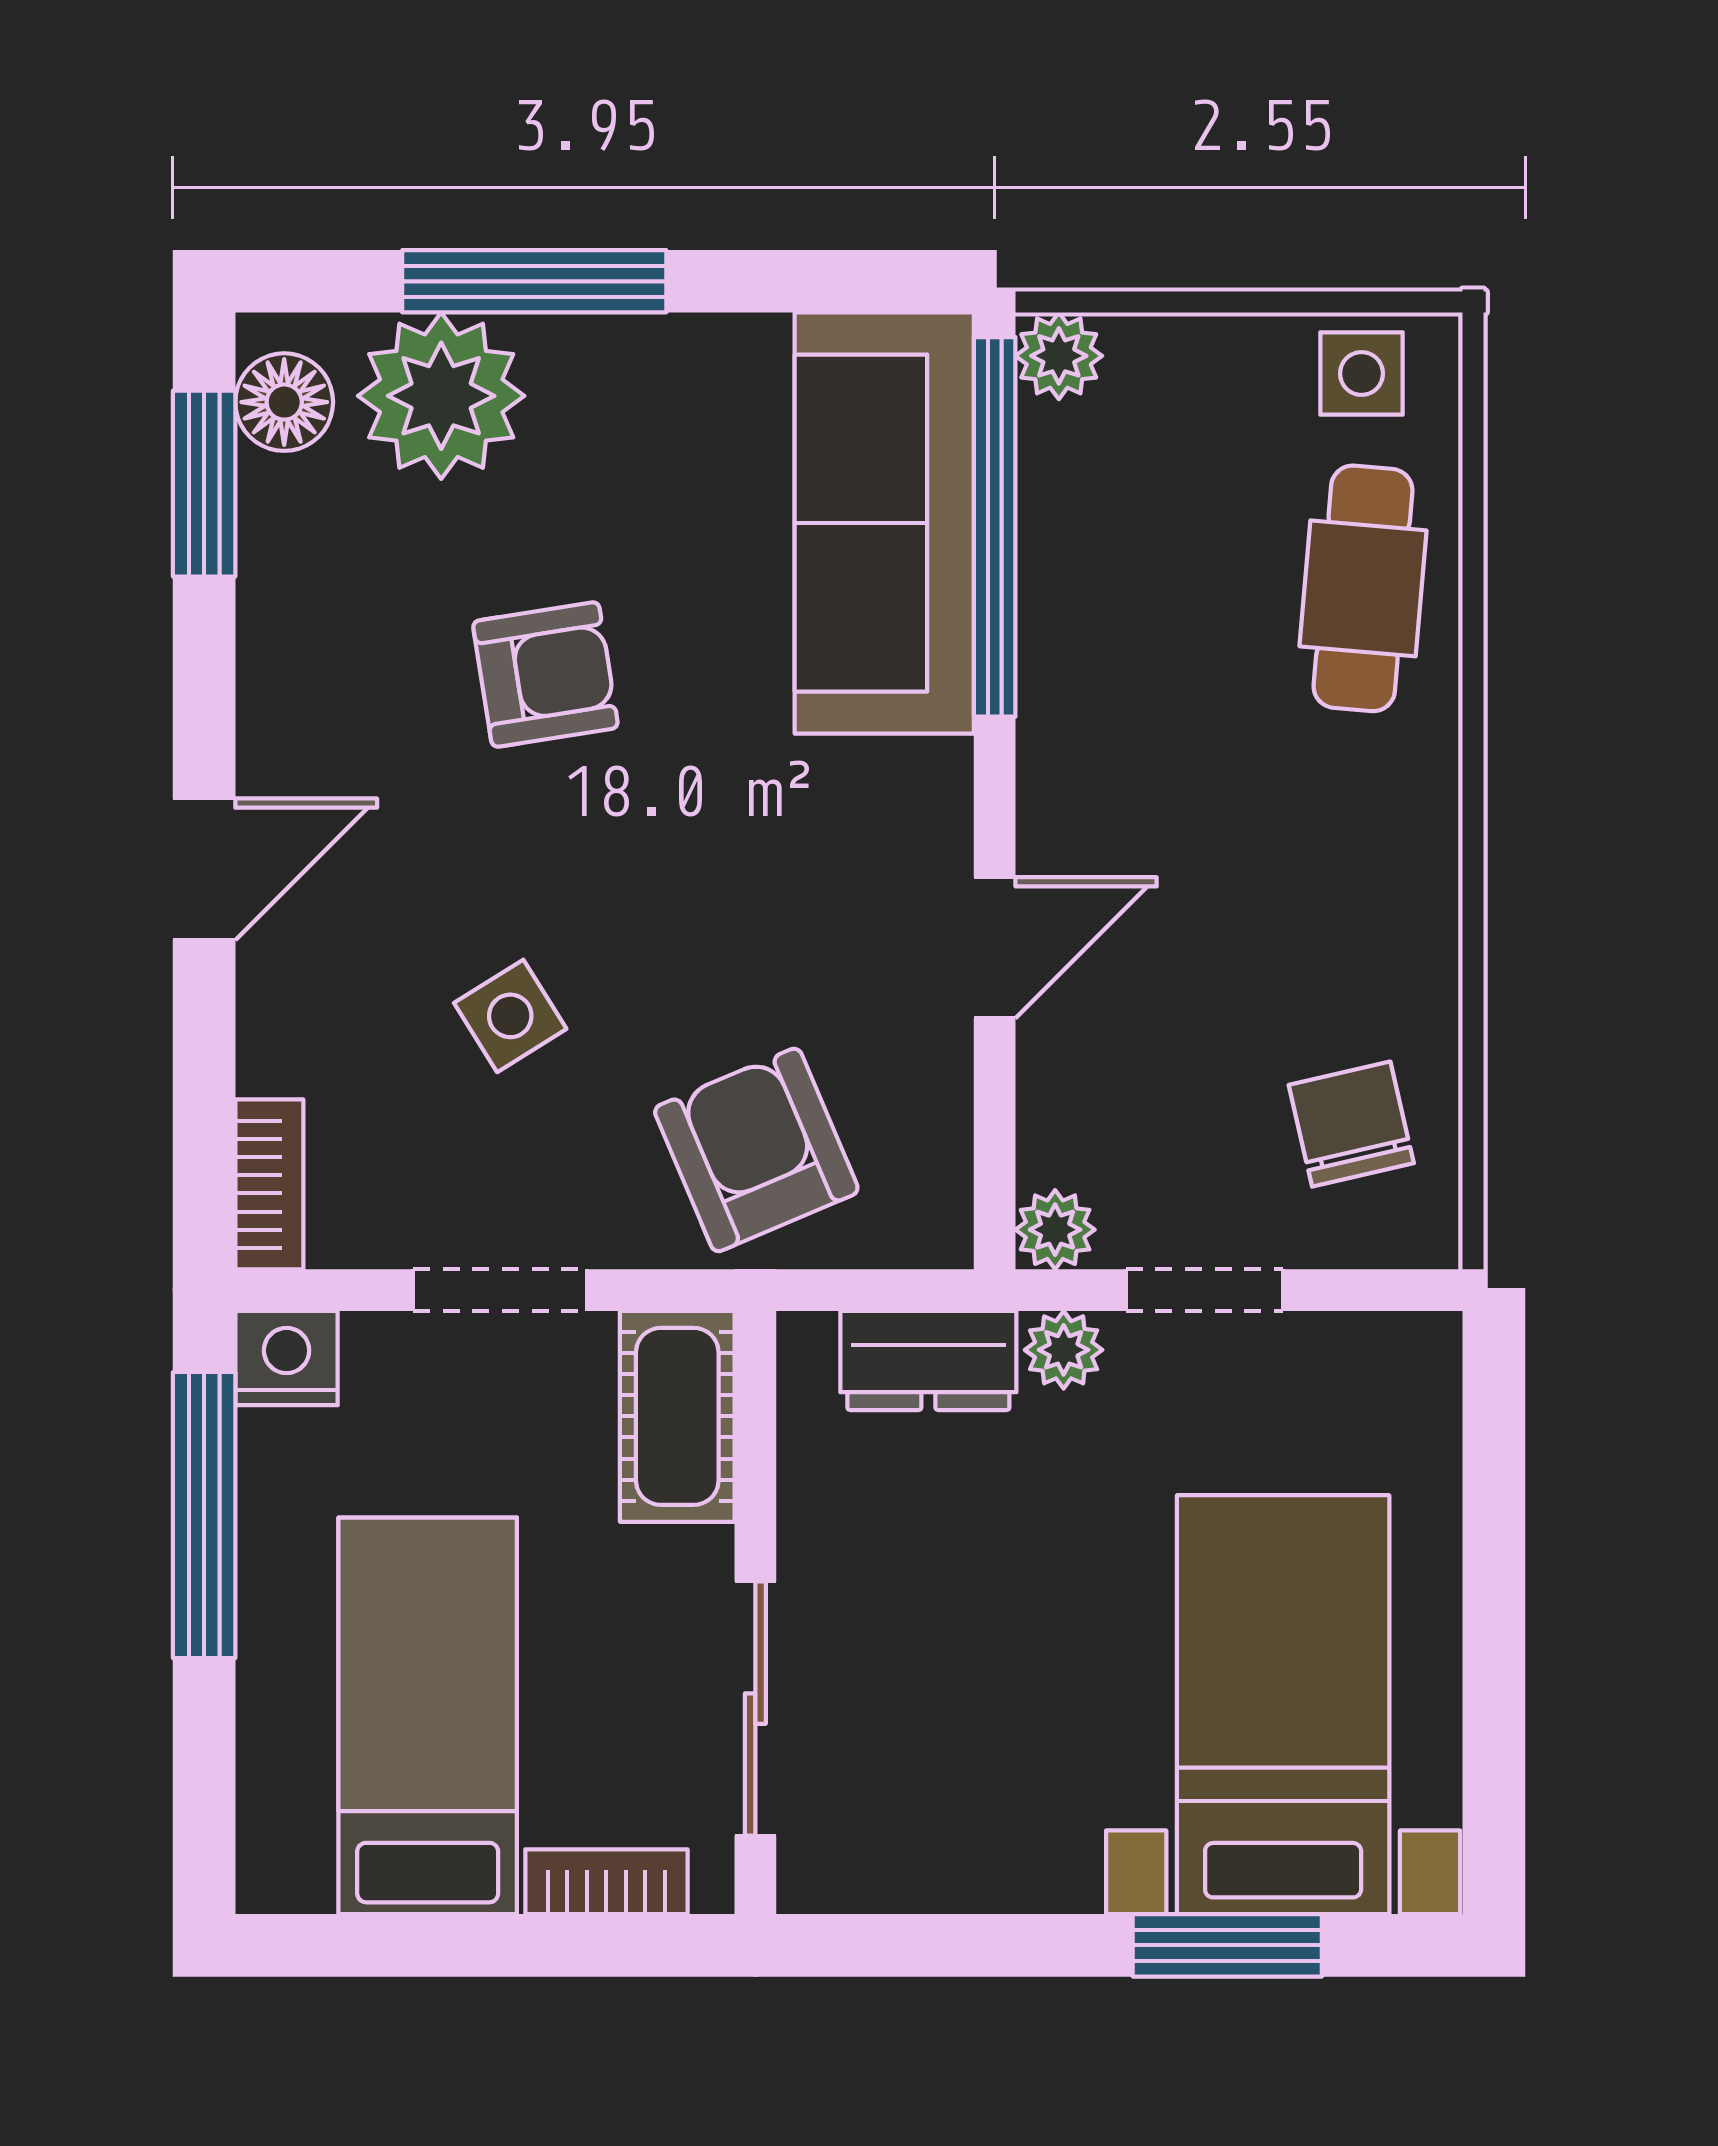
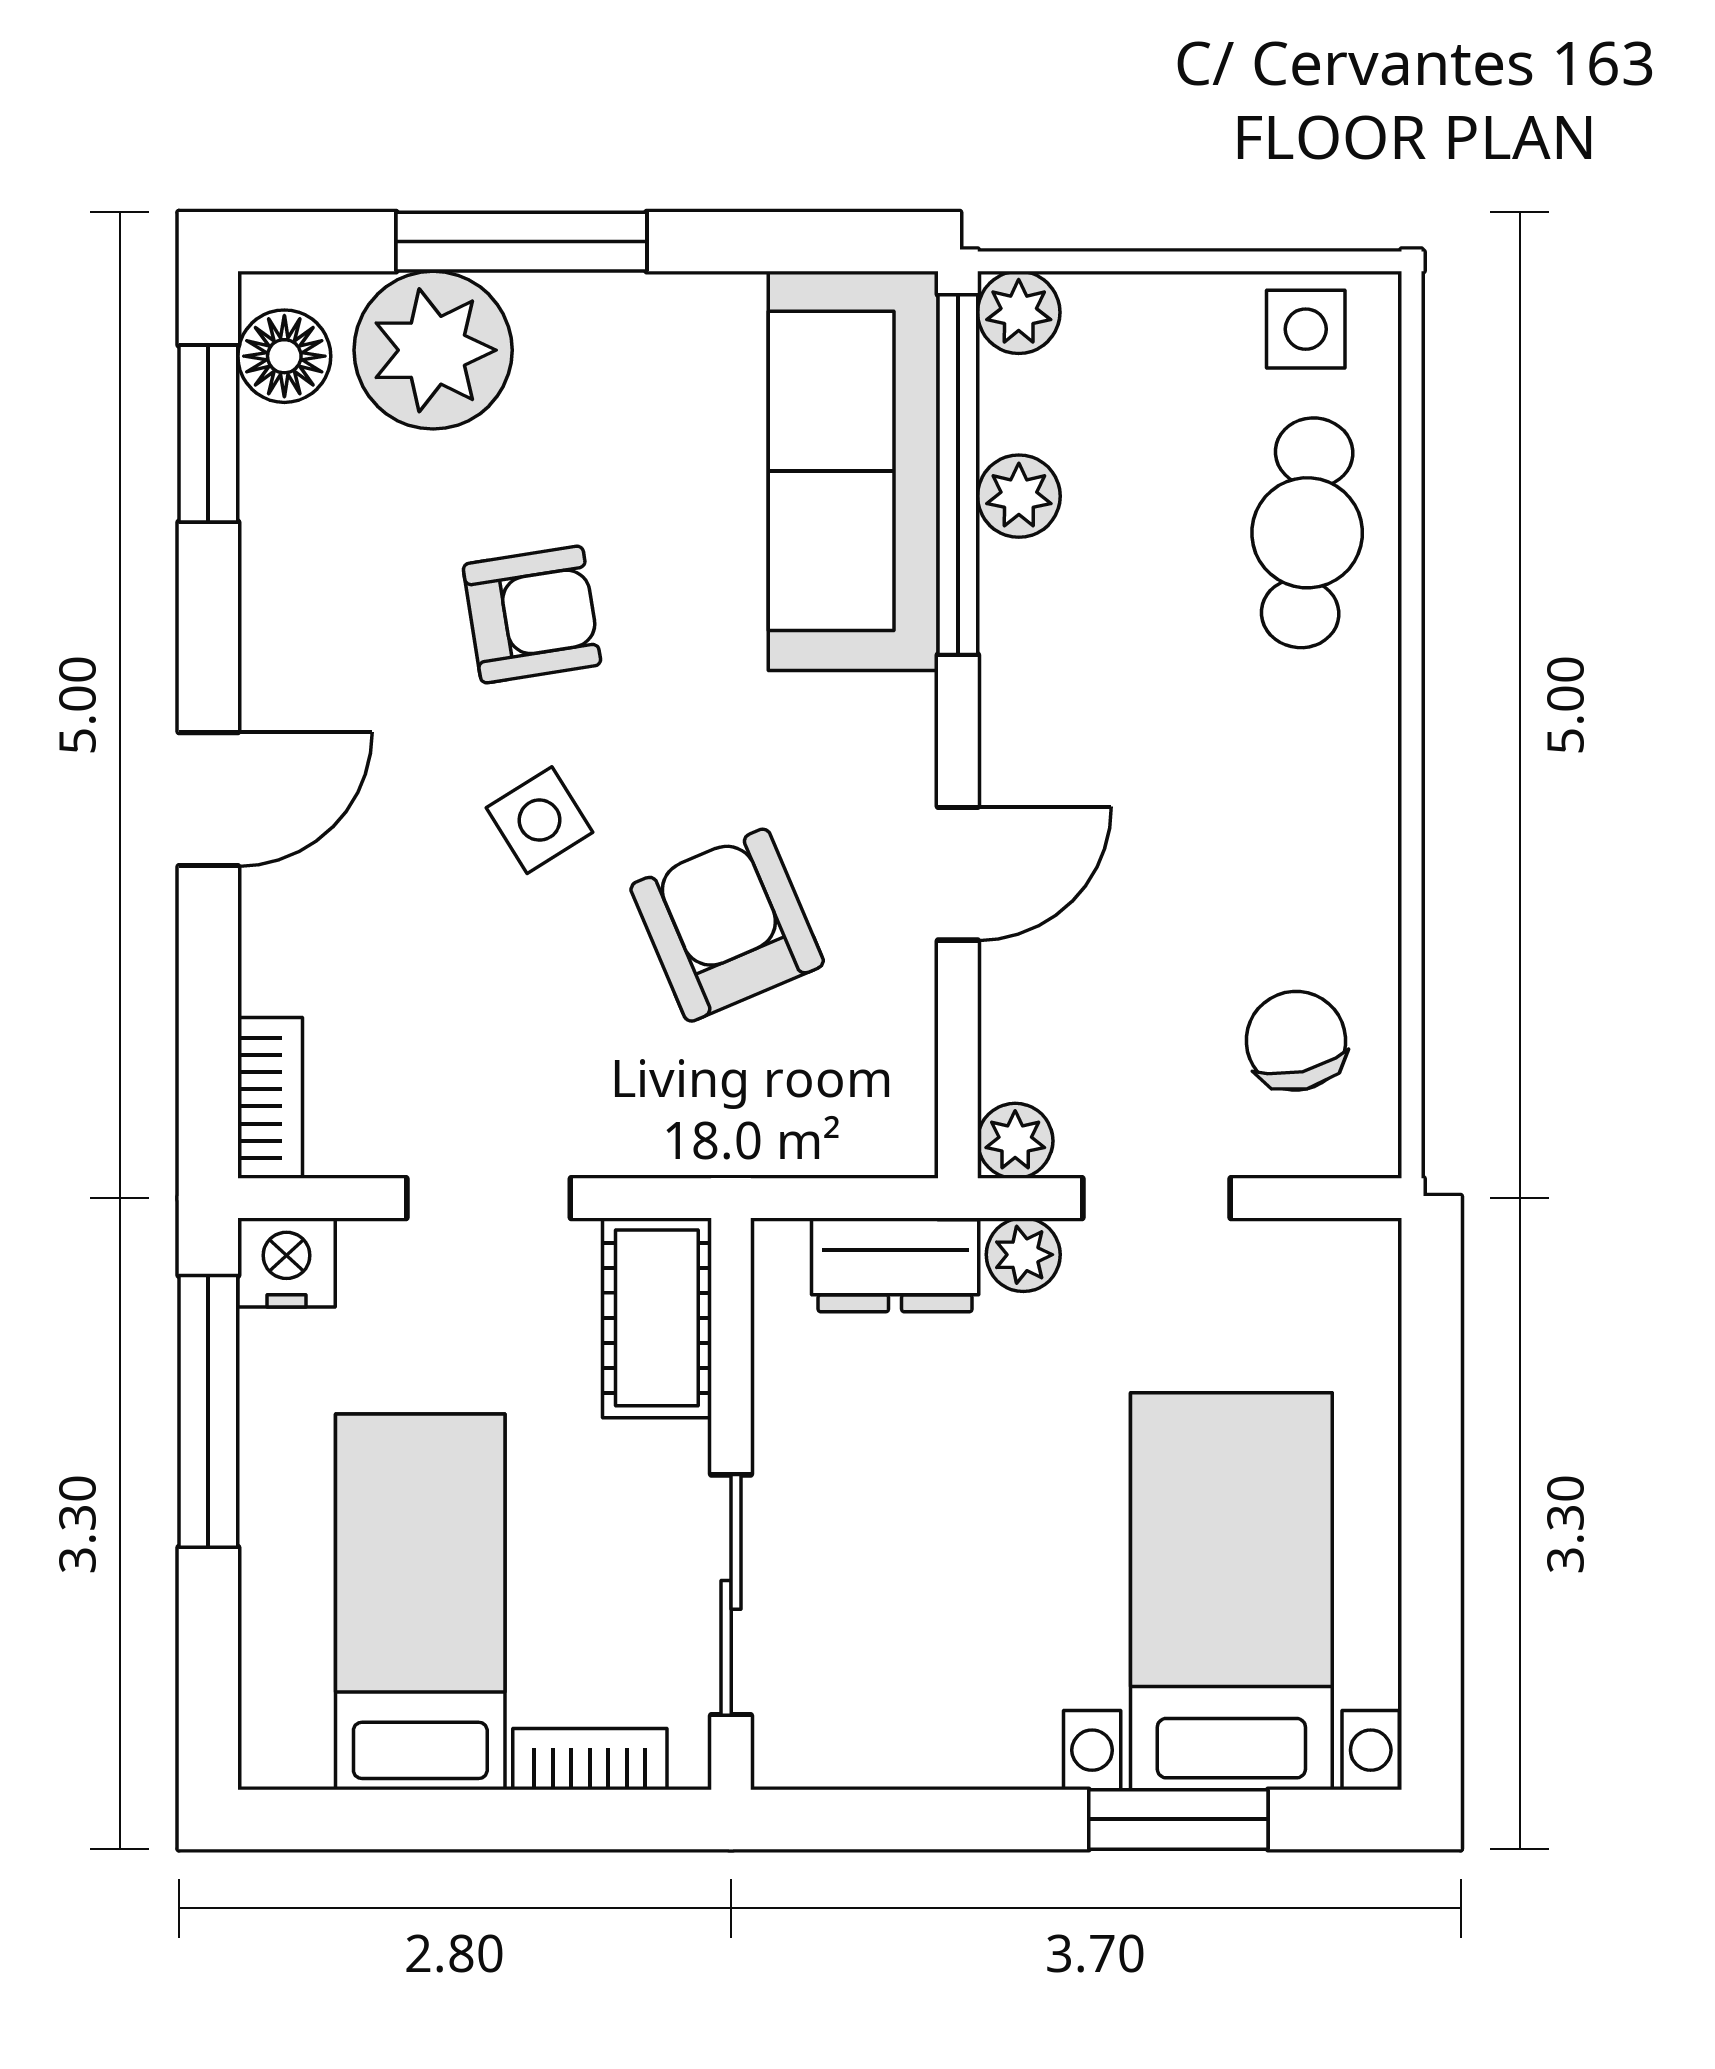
plant: (1059, 550) -> (1019, 496), added
side table: (510, 1016) -> (540, 820), moved
armchair: (756, 1150) -> (727, 925), moved

